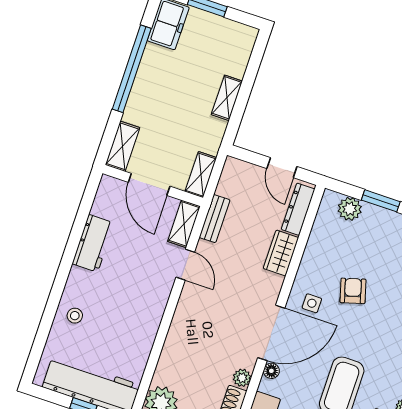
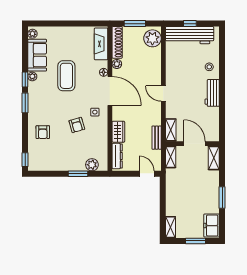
window: (132, 69) -> (222, 198), width x0.47
shelving: (227, 98) -> (171, 227), moved
door: (282, 168) -> (147, 174), moved
workbench: (93, 243) -> (212, 93), moved
door: (185, 265) -> (163, 93), moved
door: (271, 333) -> (110, 91), swing flipped

